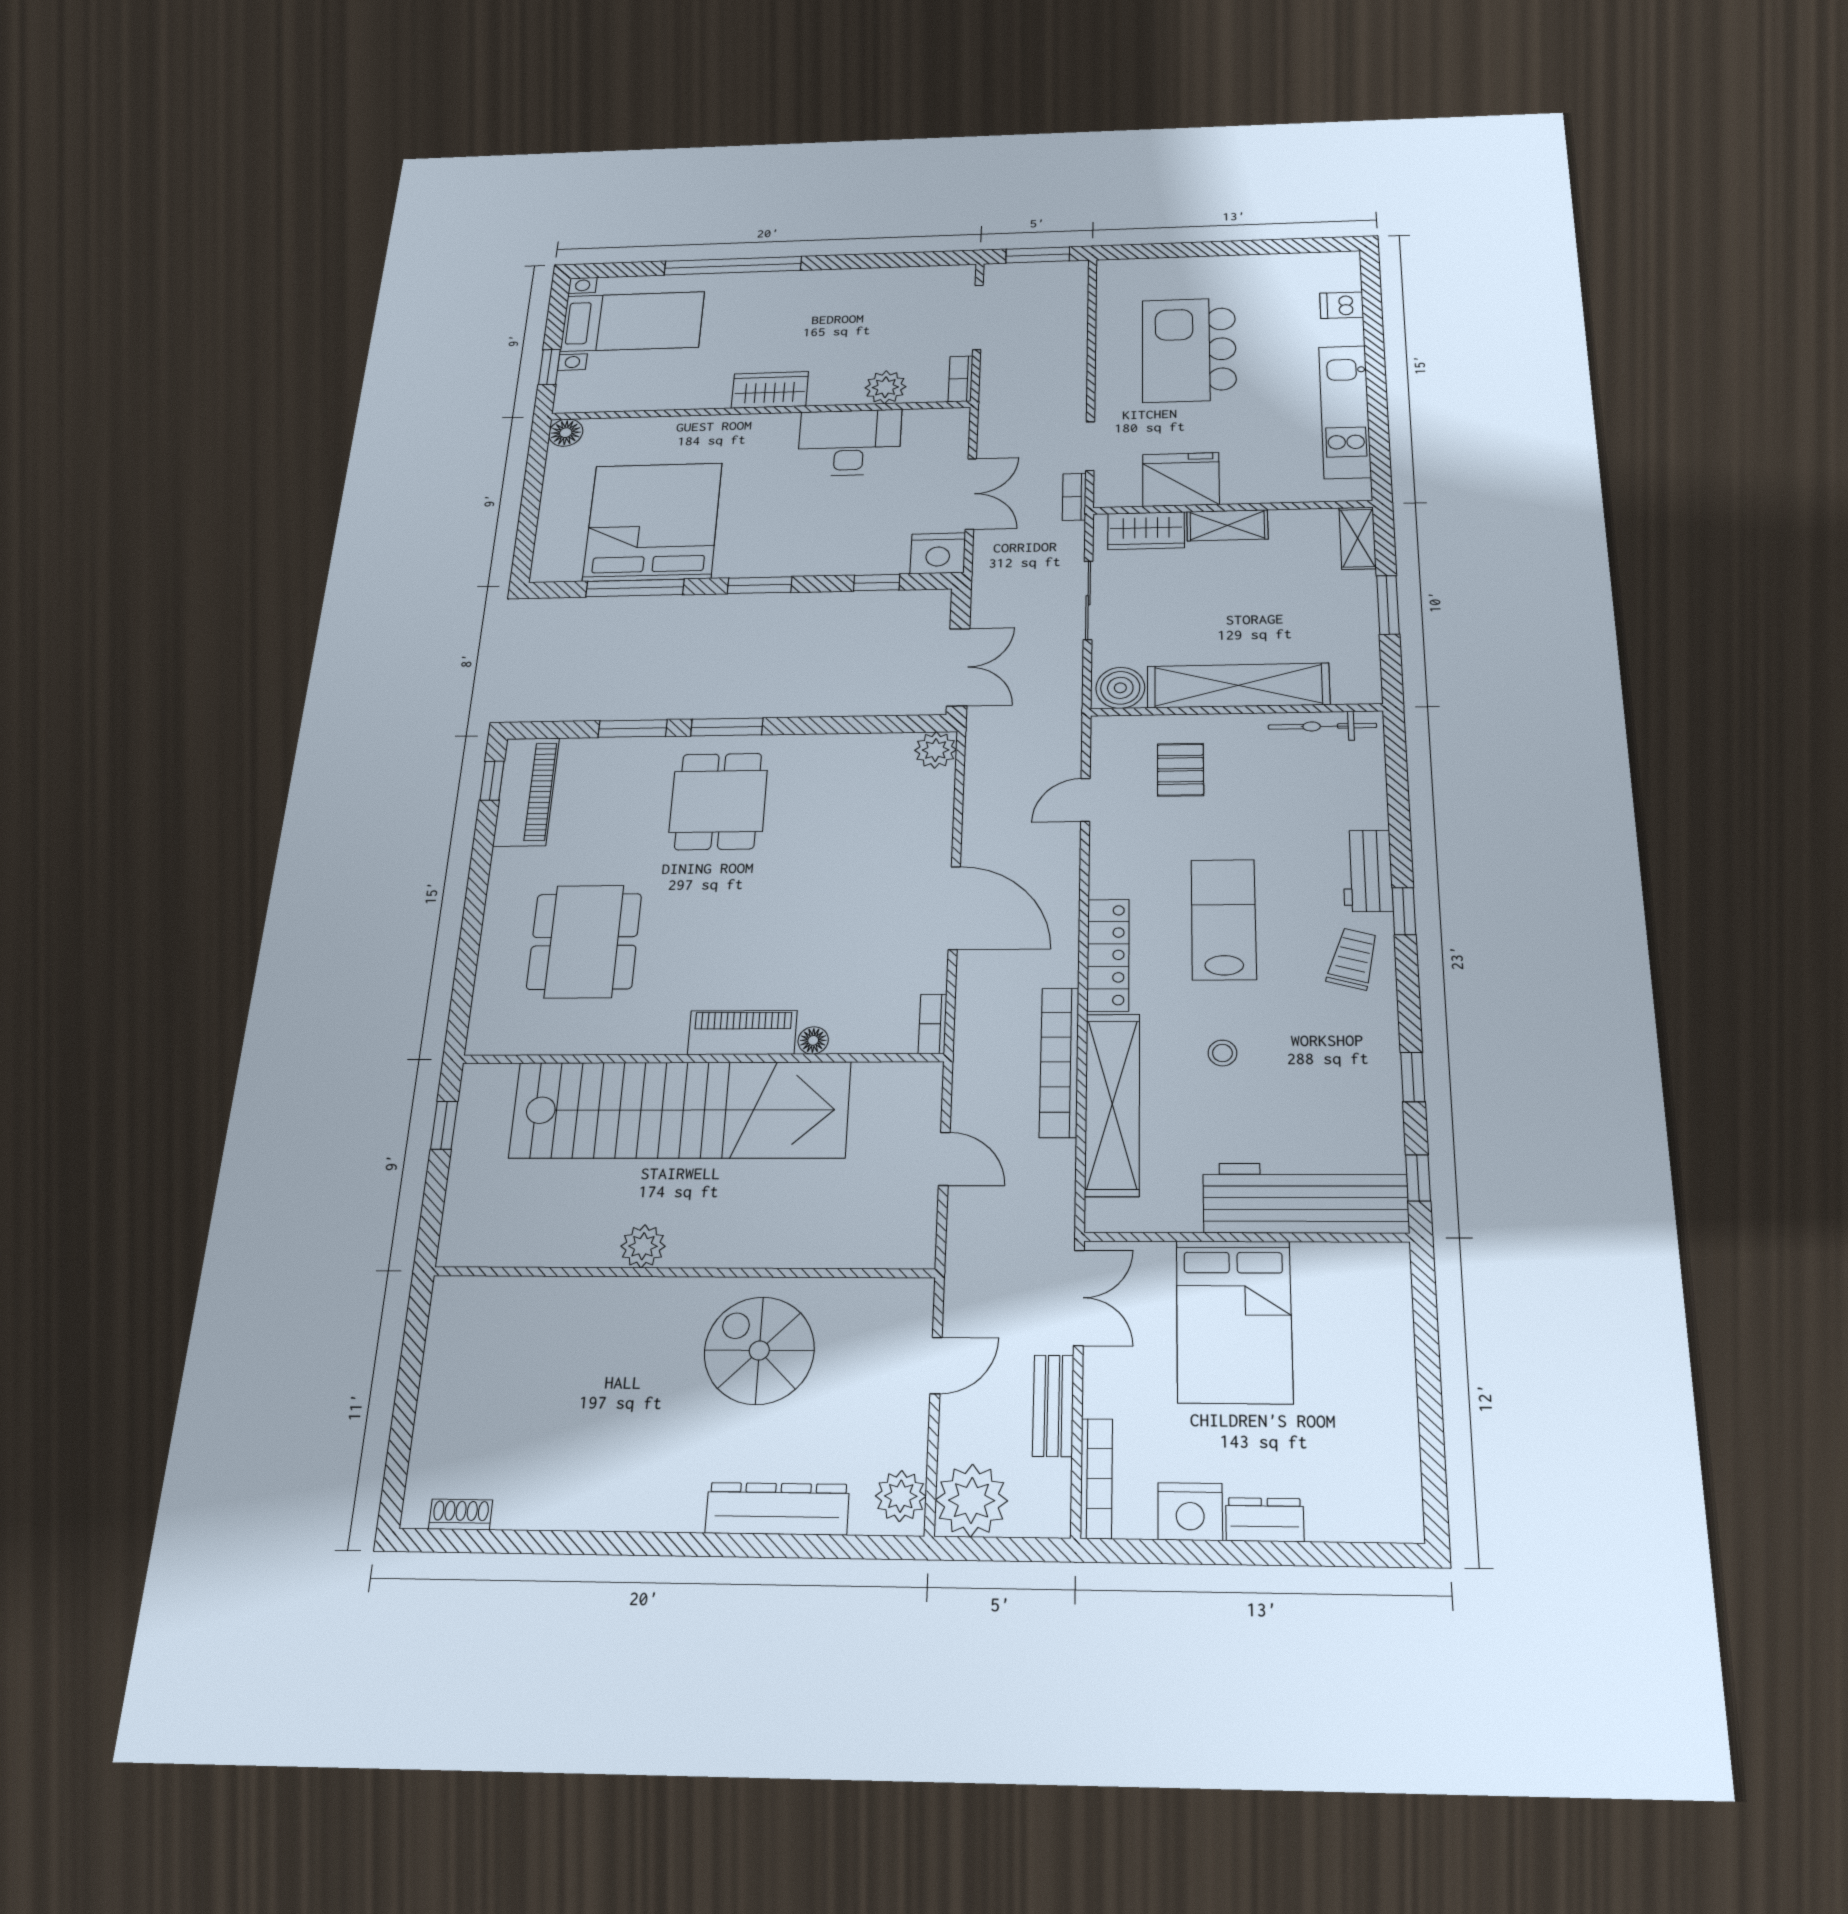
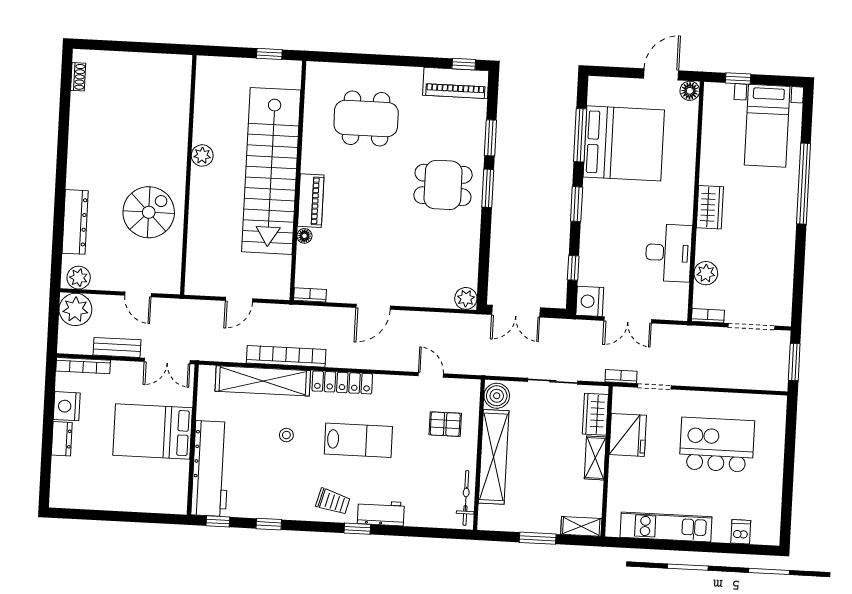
door: (534, 476) -> (661, 74), added
door: (954, 908) -> (373, 307), width x0.73

